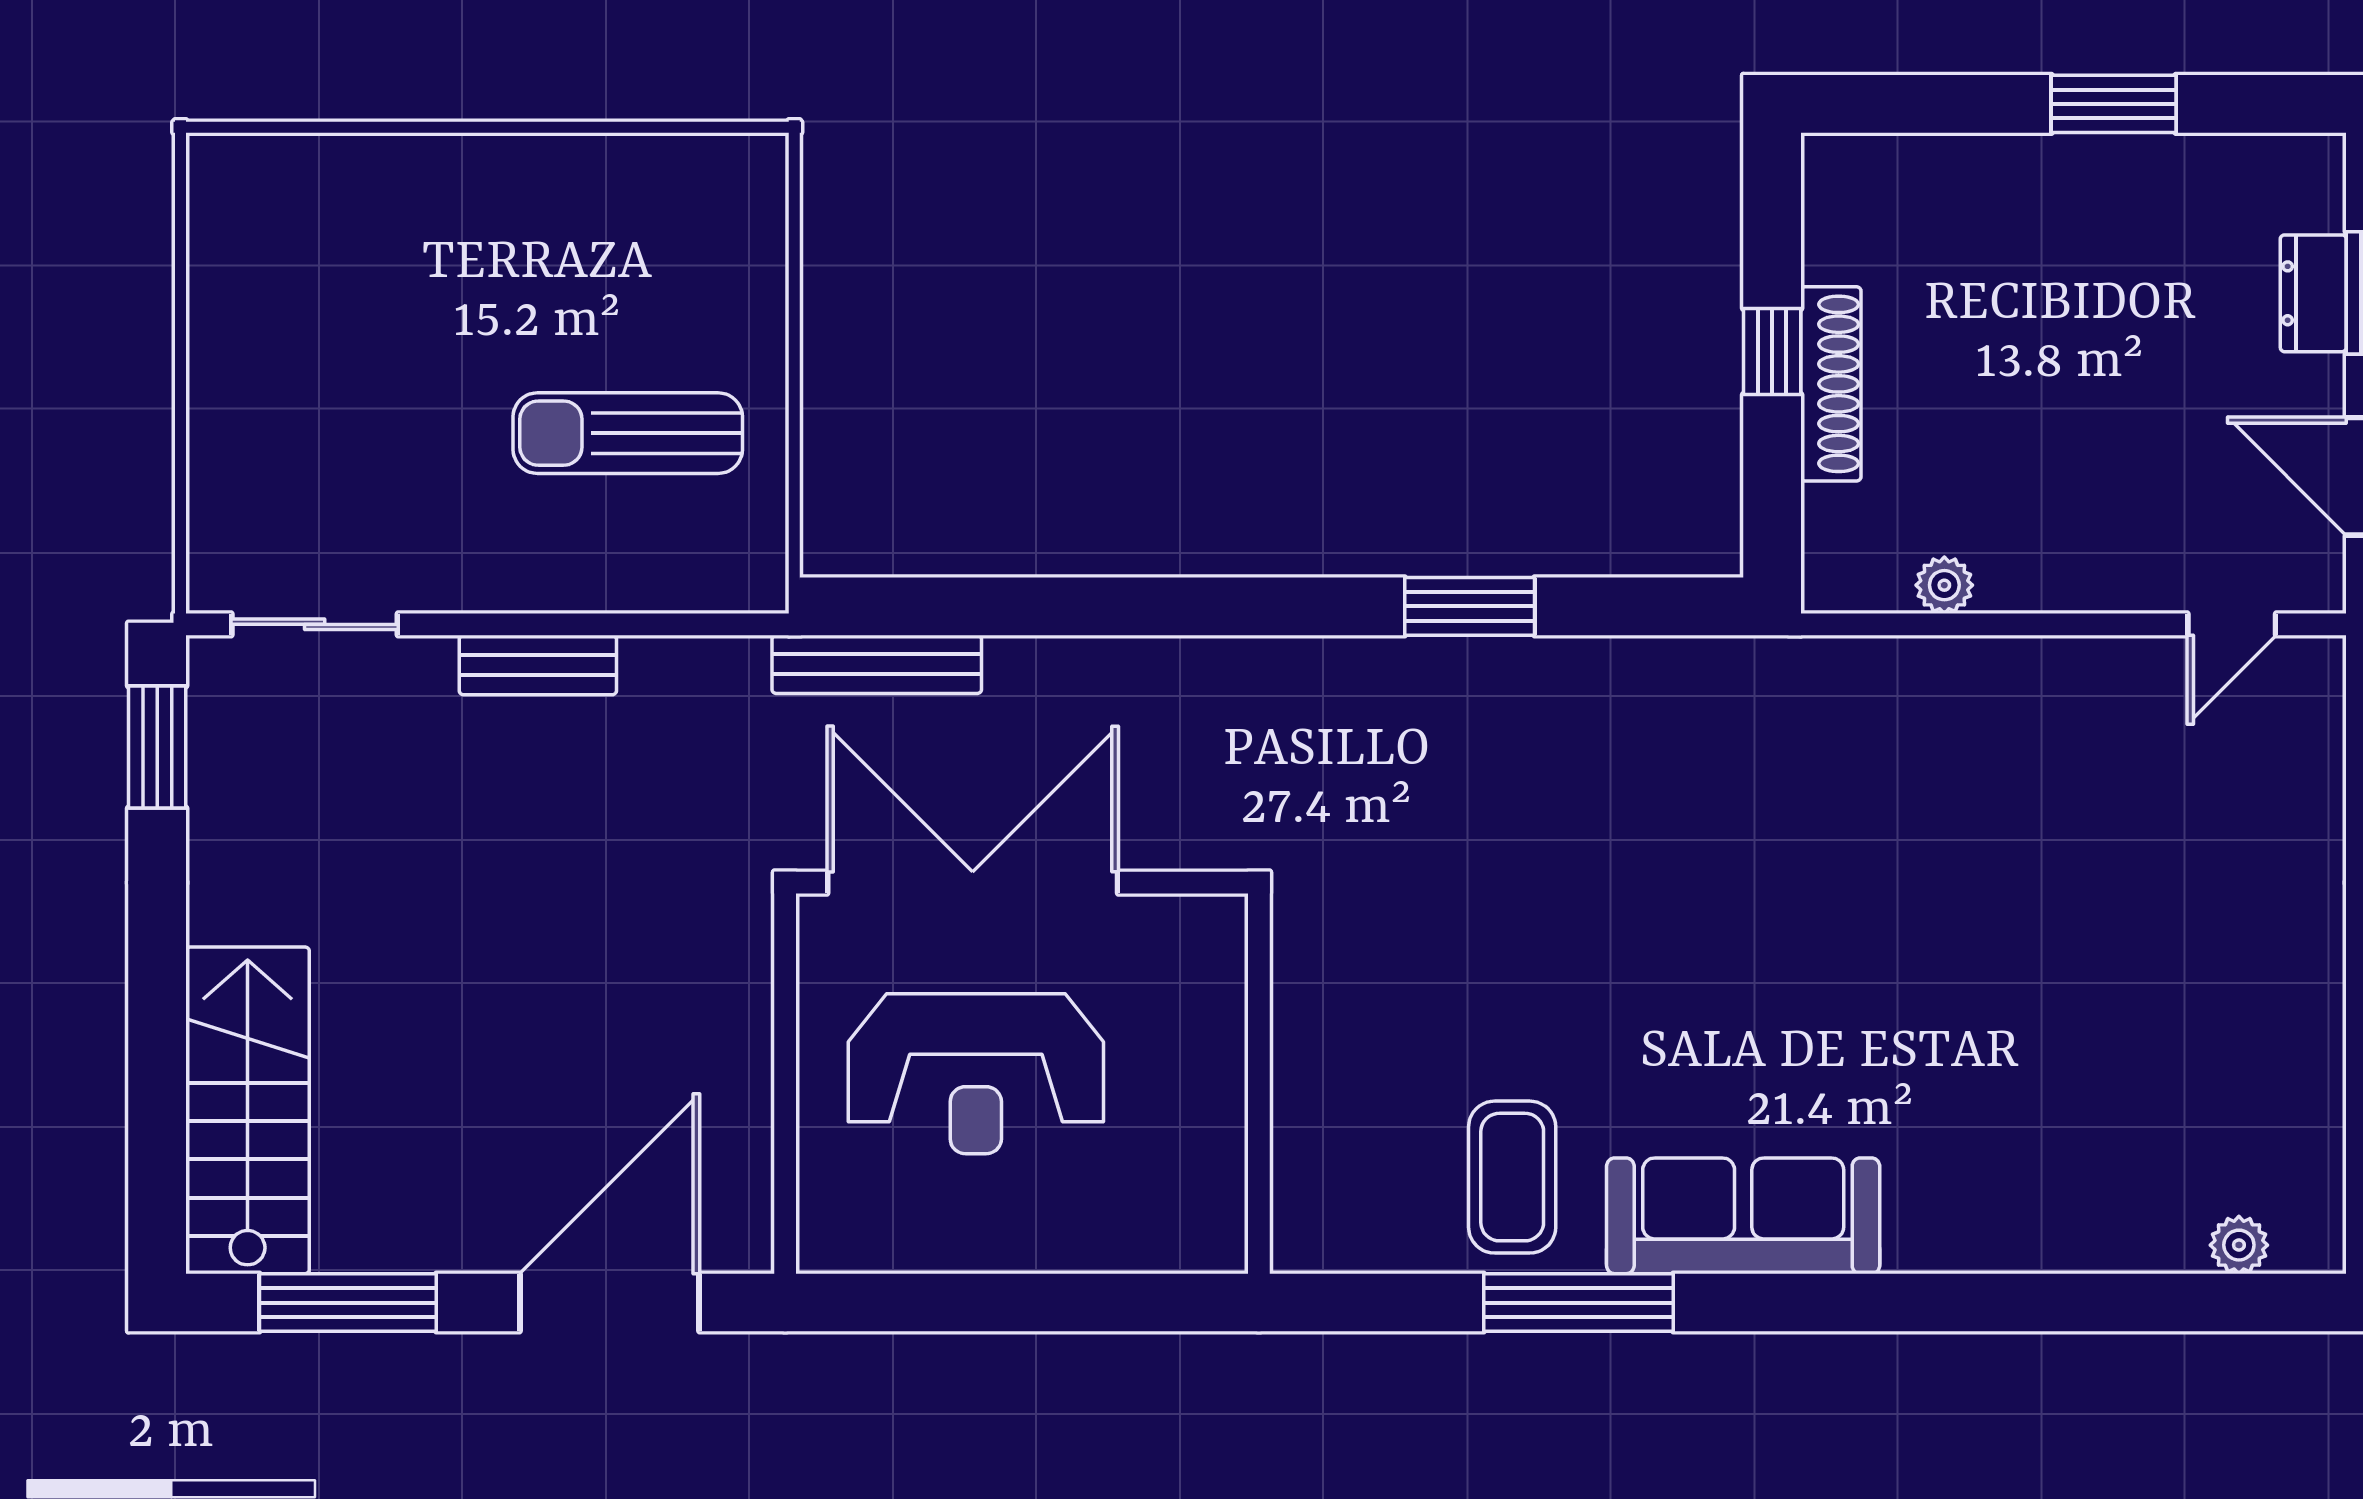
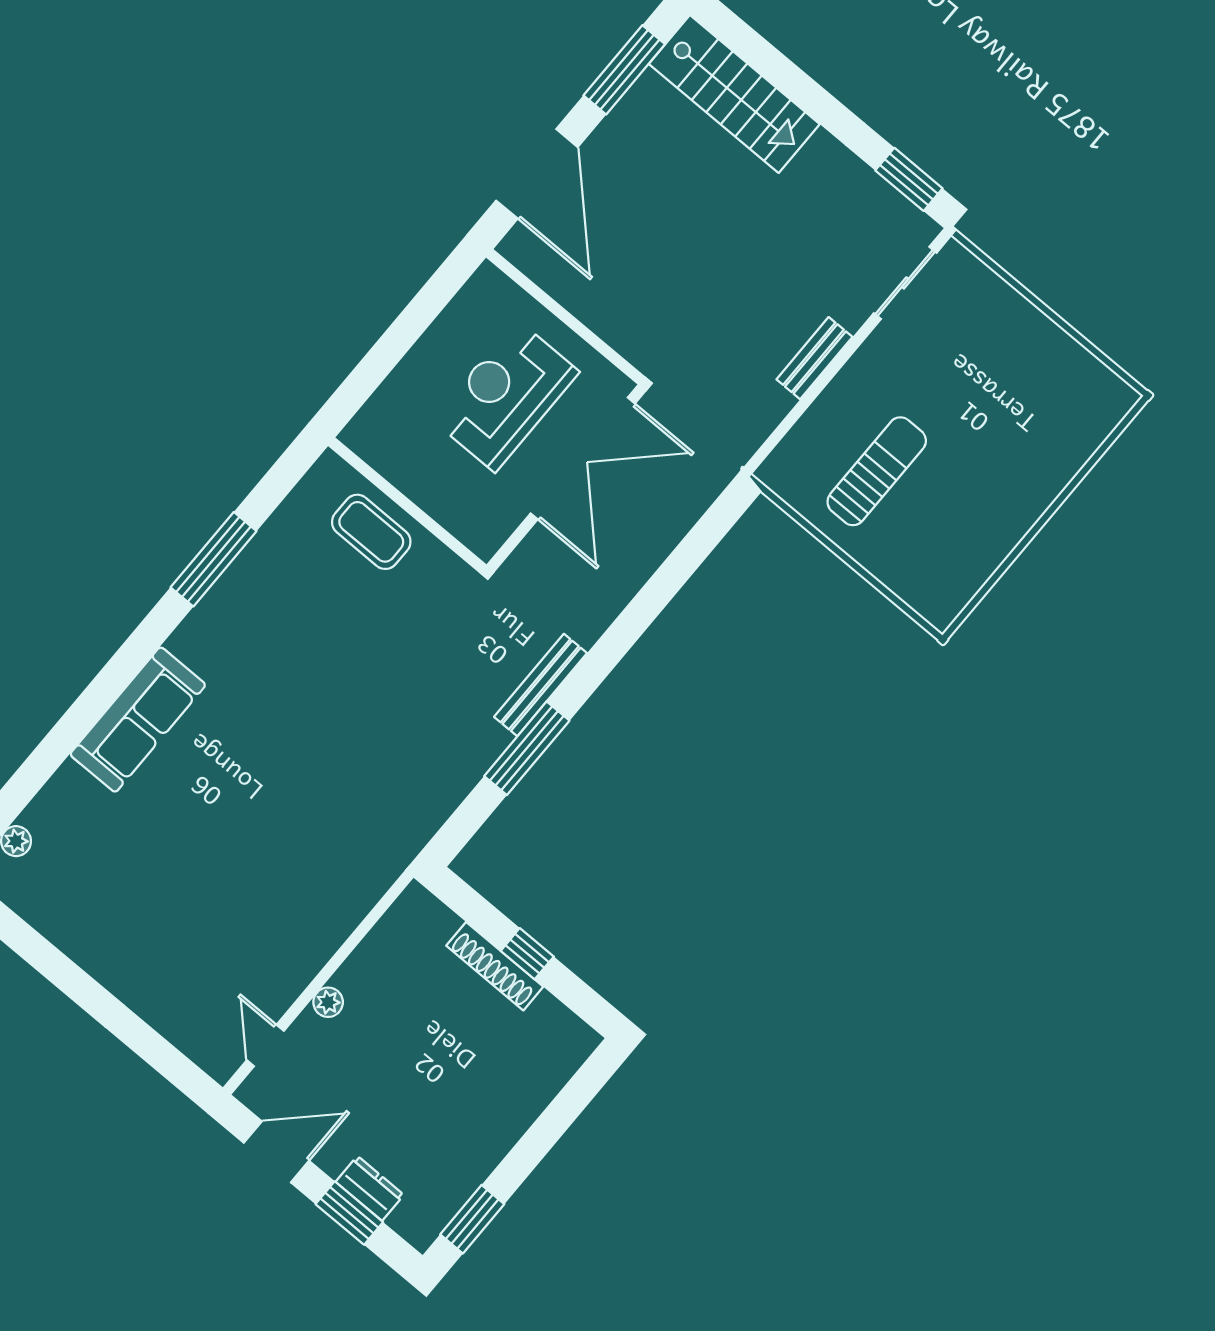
window: (2114, 104) -> (472, 1219), moved
plant: (1944, 585) -> (328, 1002), moved
window: (1470, 606) -> (527, 748), width x1.44
bench: (877, 664) -> (541, 685), moved
coffee table: (1512, 1177) -> (371, 532), moved
sofa: (1743, 1216) -> (138, 720), moved

